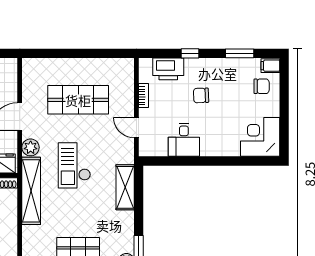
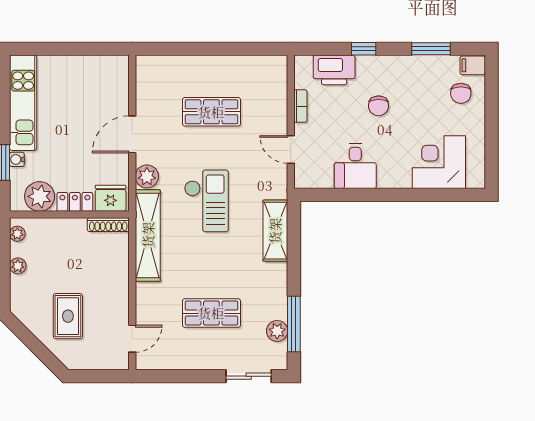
chair: (262, 86) -> (461, 93), turned 90
chair: (201, 95) -> (379, 106), turned -88
shop shelf: (78, 100) -> (211, 112), width x0.70, depth x0.74
corner desk: (260, 137) -> (439, 162), moved
checkout: (74, 165) -> (206, 201), turned 180

